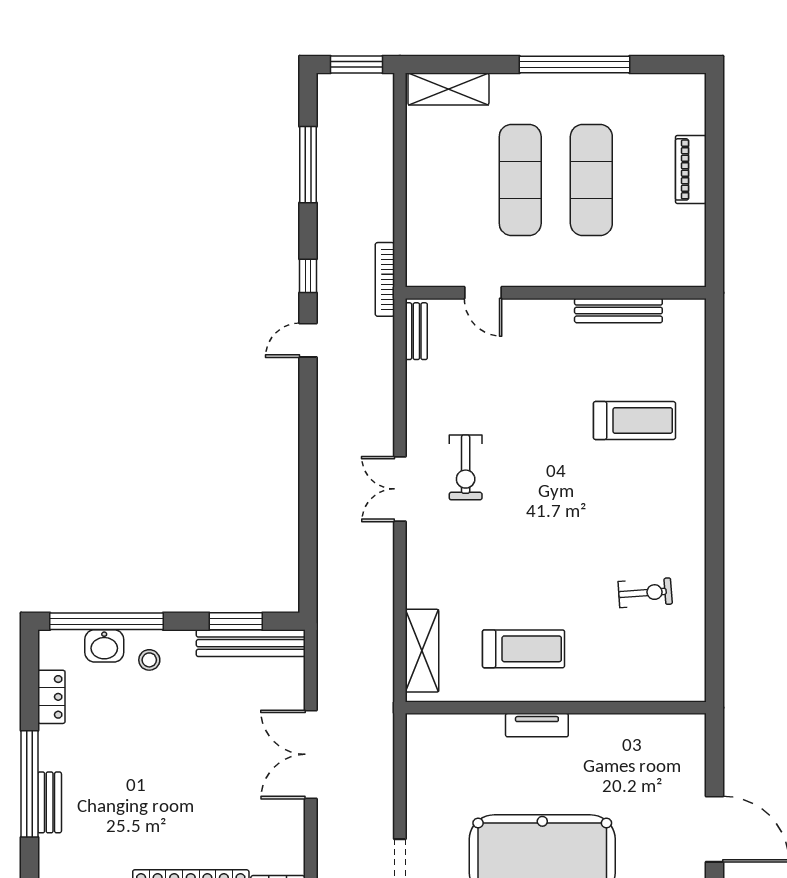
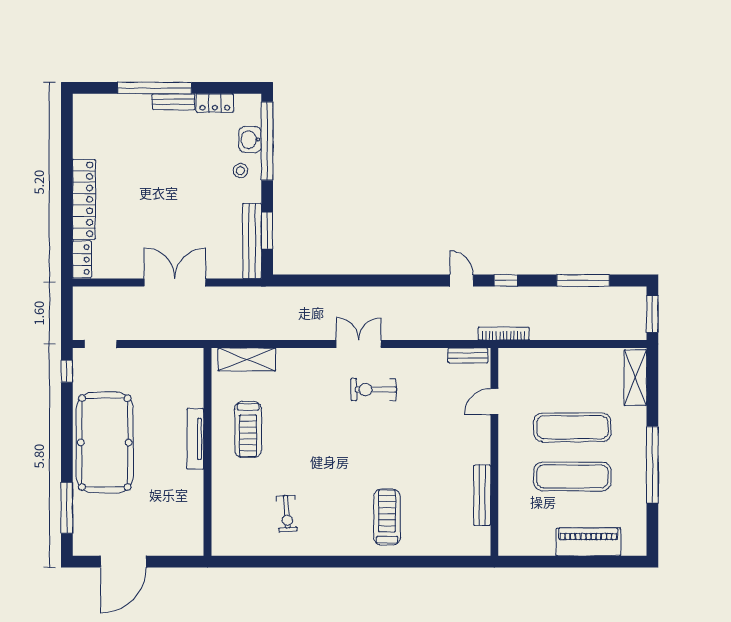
piano: (691, 169) -> (588, 542), width x1.37, depth x1.33
treadmill: (634, 421) -> (387, 517), moved, turned 180
tv unit: (537, 725) -> (195, 439), width x1.41
bench: (50, 802) -> (174, 102), moved

